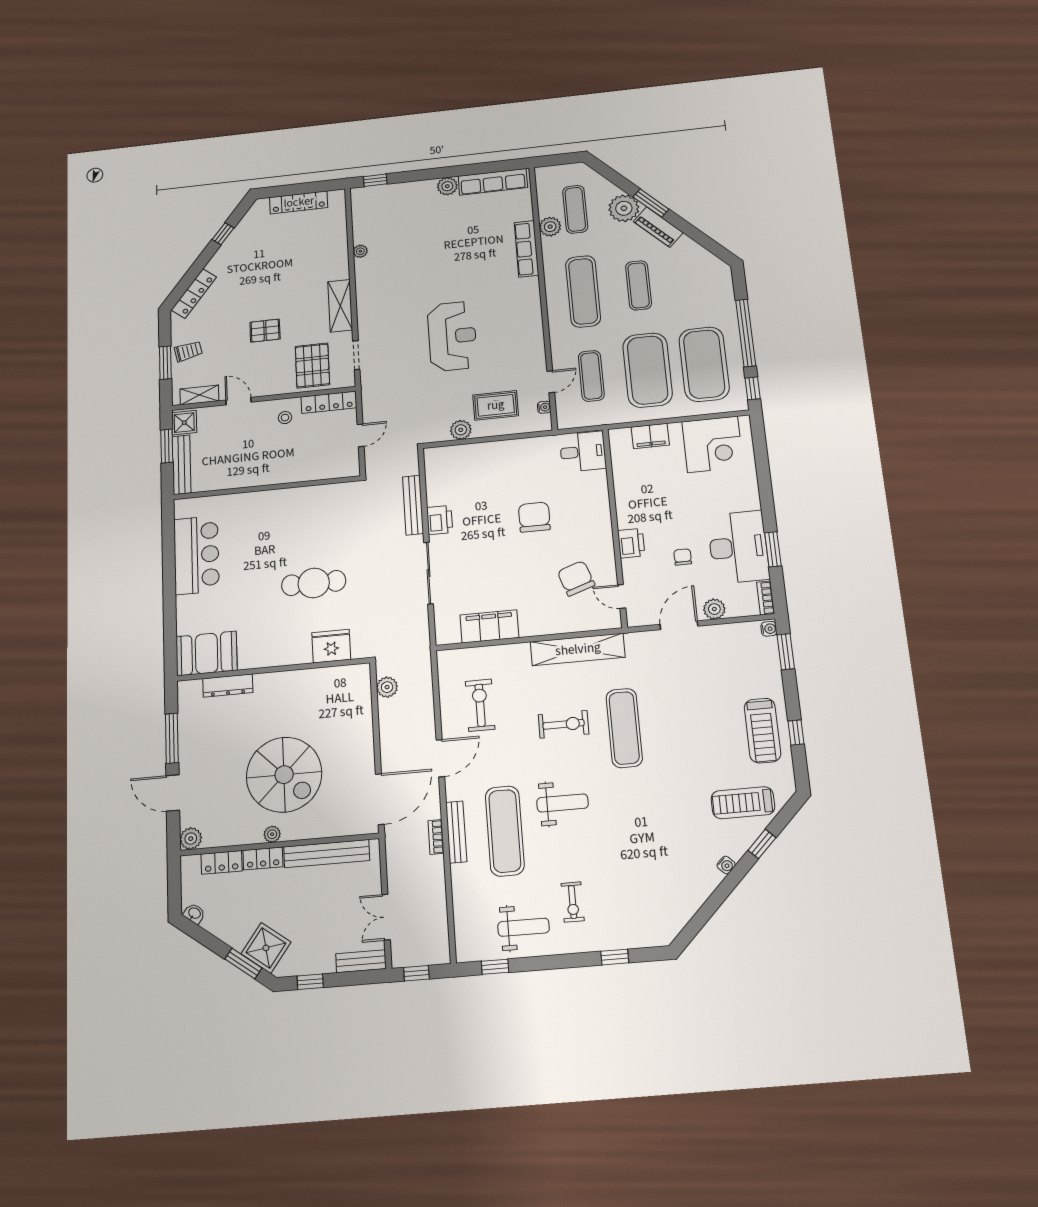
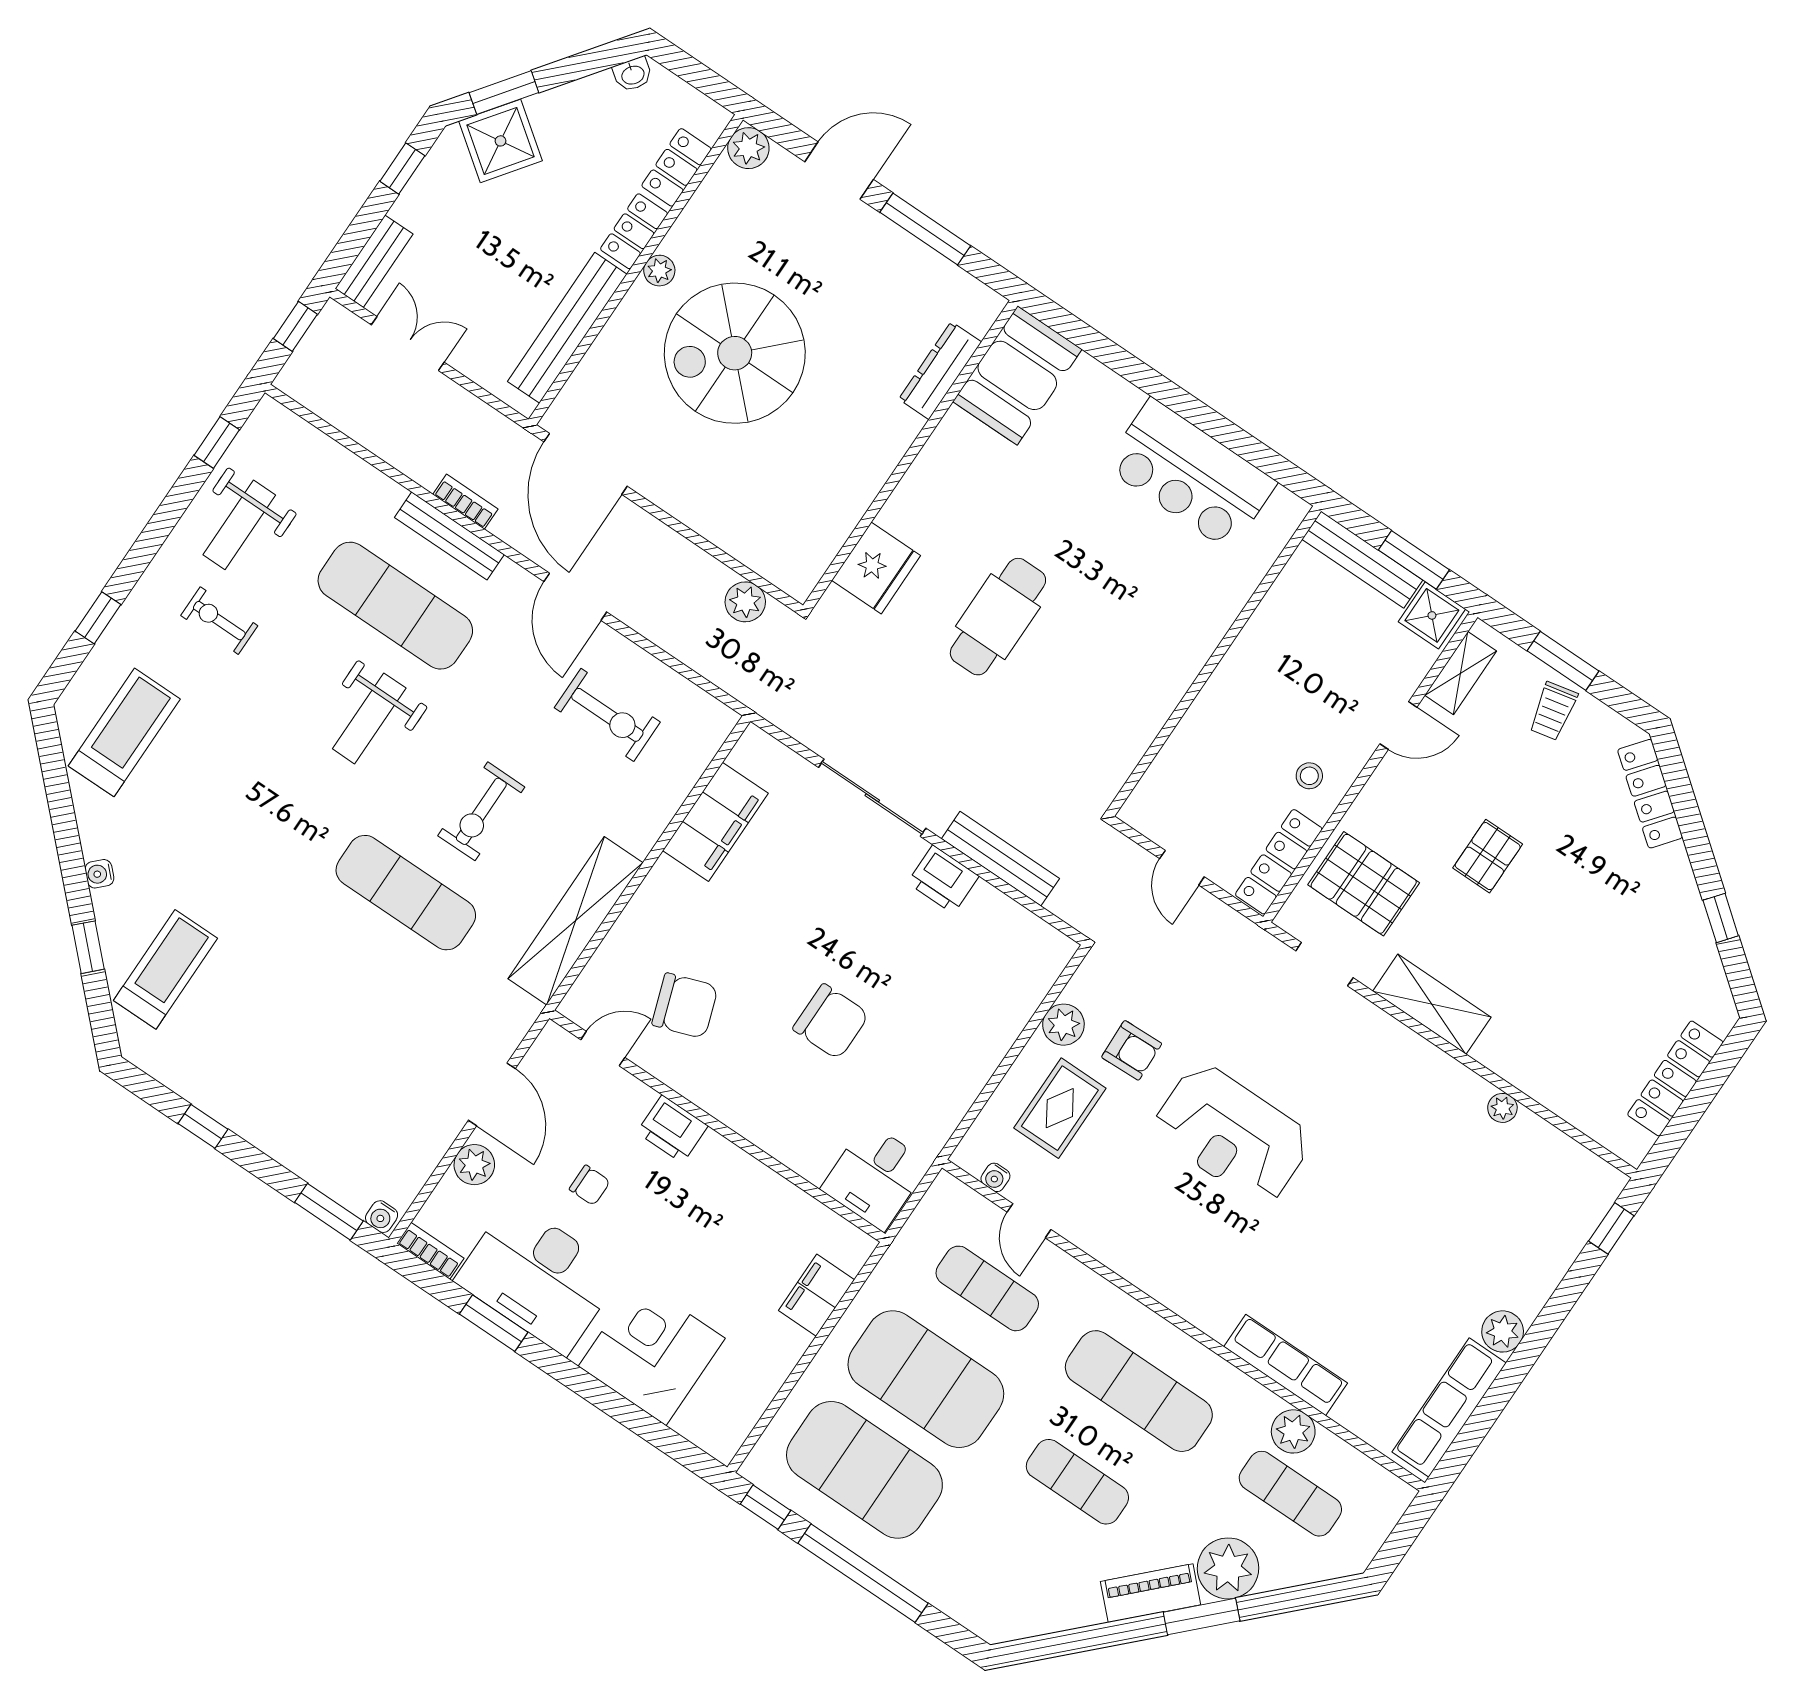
armchair: (450, 397) -> (1132, 1050), added
corner desk: (713, 444) -> (652, 1352), moved, turned 90
treadmill: (762, 731) -> (124, 732), moved, turned 90

